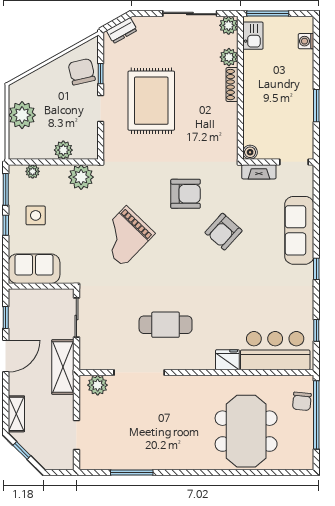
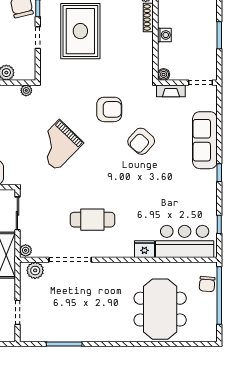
washing machine: (251, 105) -> (164, 35), added
plant: (81, 177) -> (26, 90), width x0.53, depth x0.53
plant: (86, 361) -> (26, 250), added

